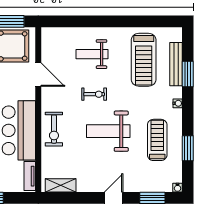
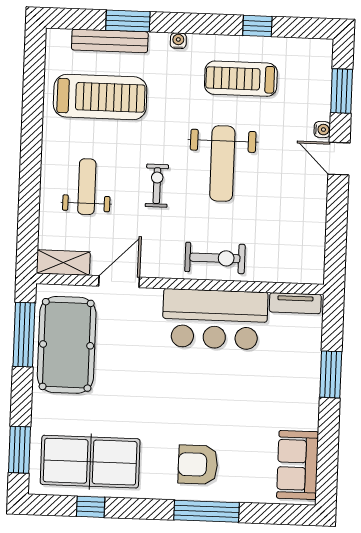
weight bench: (92, 54) -> (87, 187), turned 180
window: (188, 148) -> (257, 26), width x0.67
shelving: (61, 185) -> (63, 263), moved, turned 90
water cooler: (178, 188) -> (322, 130), moved

